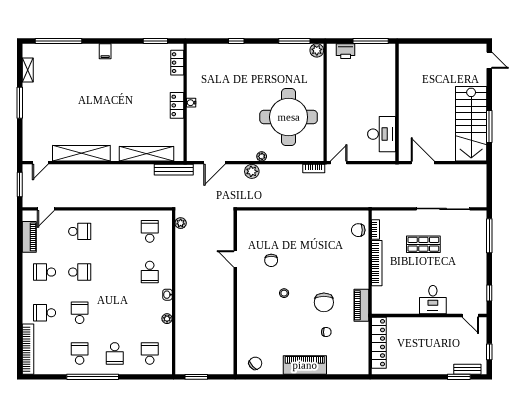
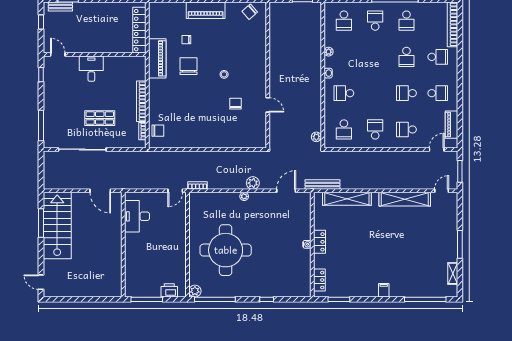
window: (294, 41) -> (215, 299), width x1.46
round table: (289, 117) -> (226, 250), moved
school desk: (115, 231) -> (375, 129), added
school desk: (150, 272) -> (344, 93), turned -90
piano: (361, 305) -> (157, 58), width x1.37, depth x1.33

